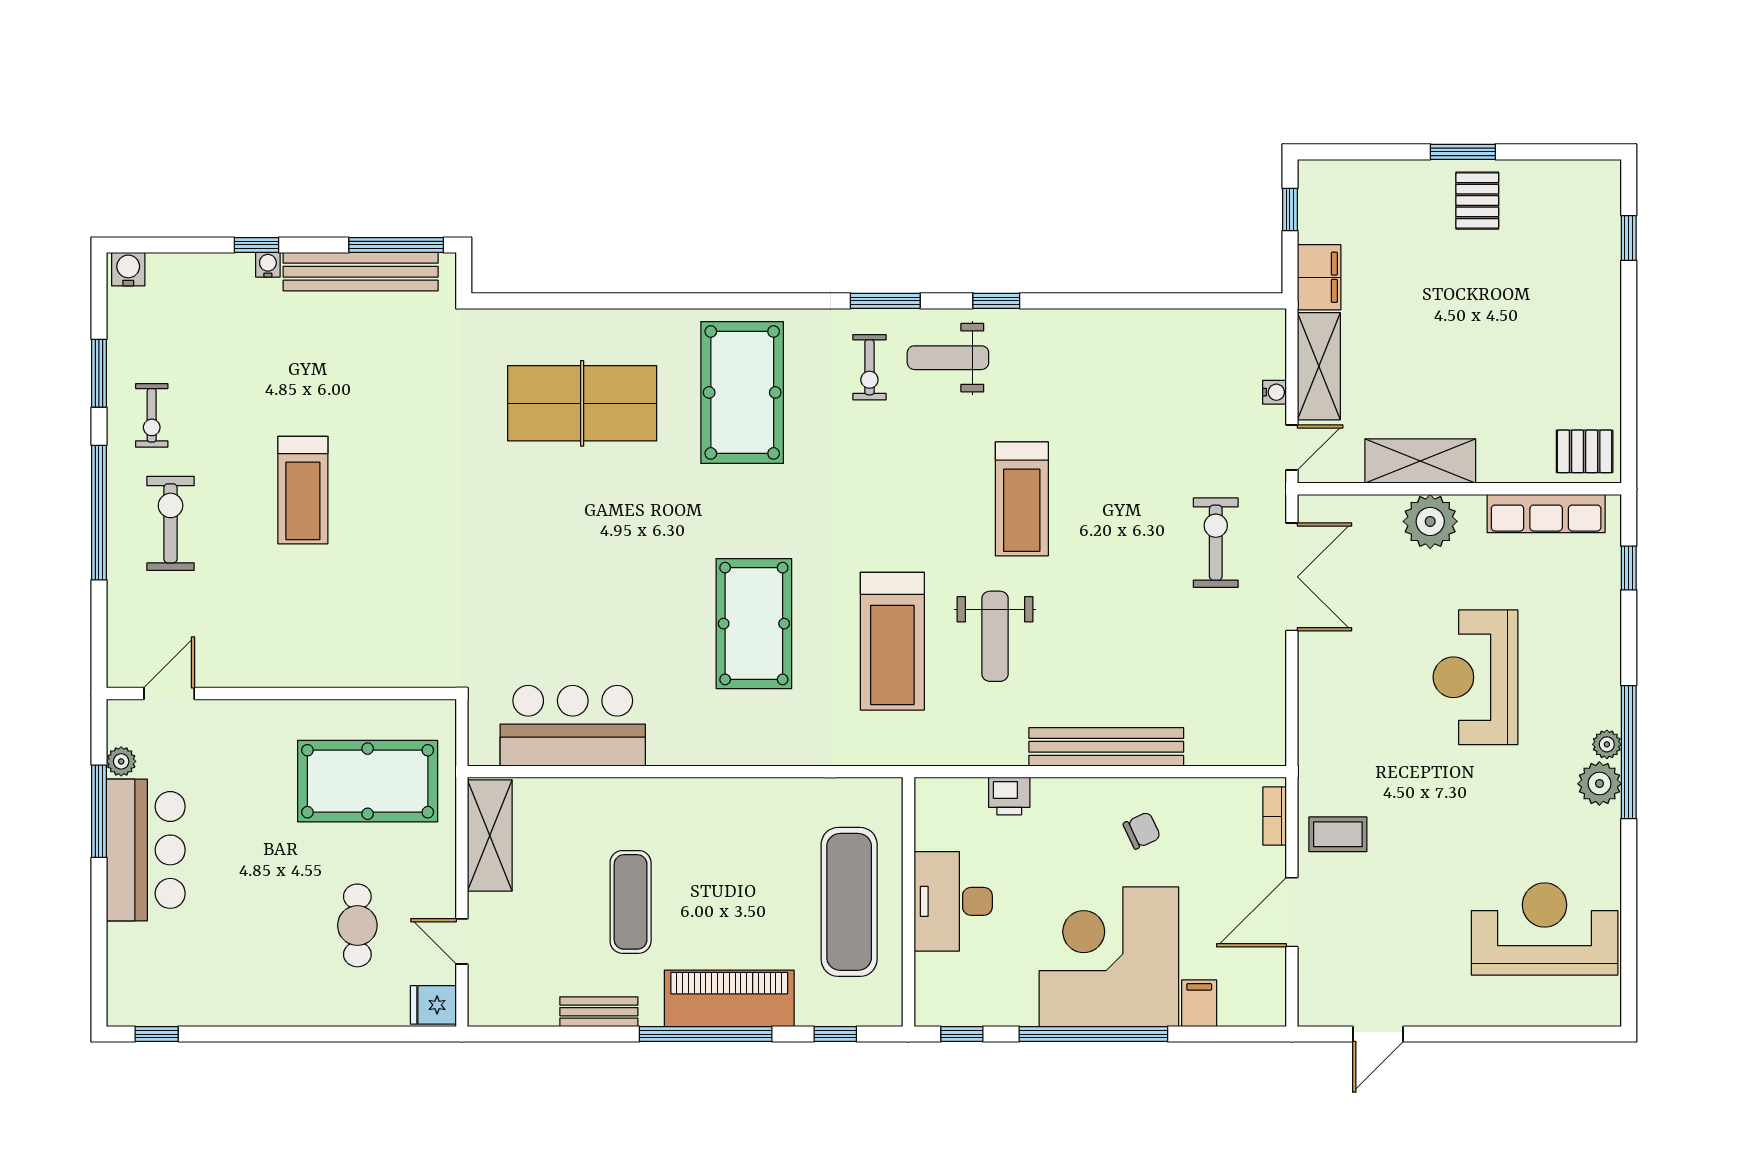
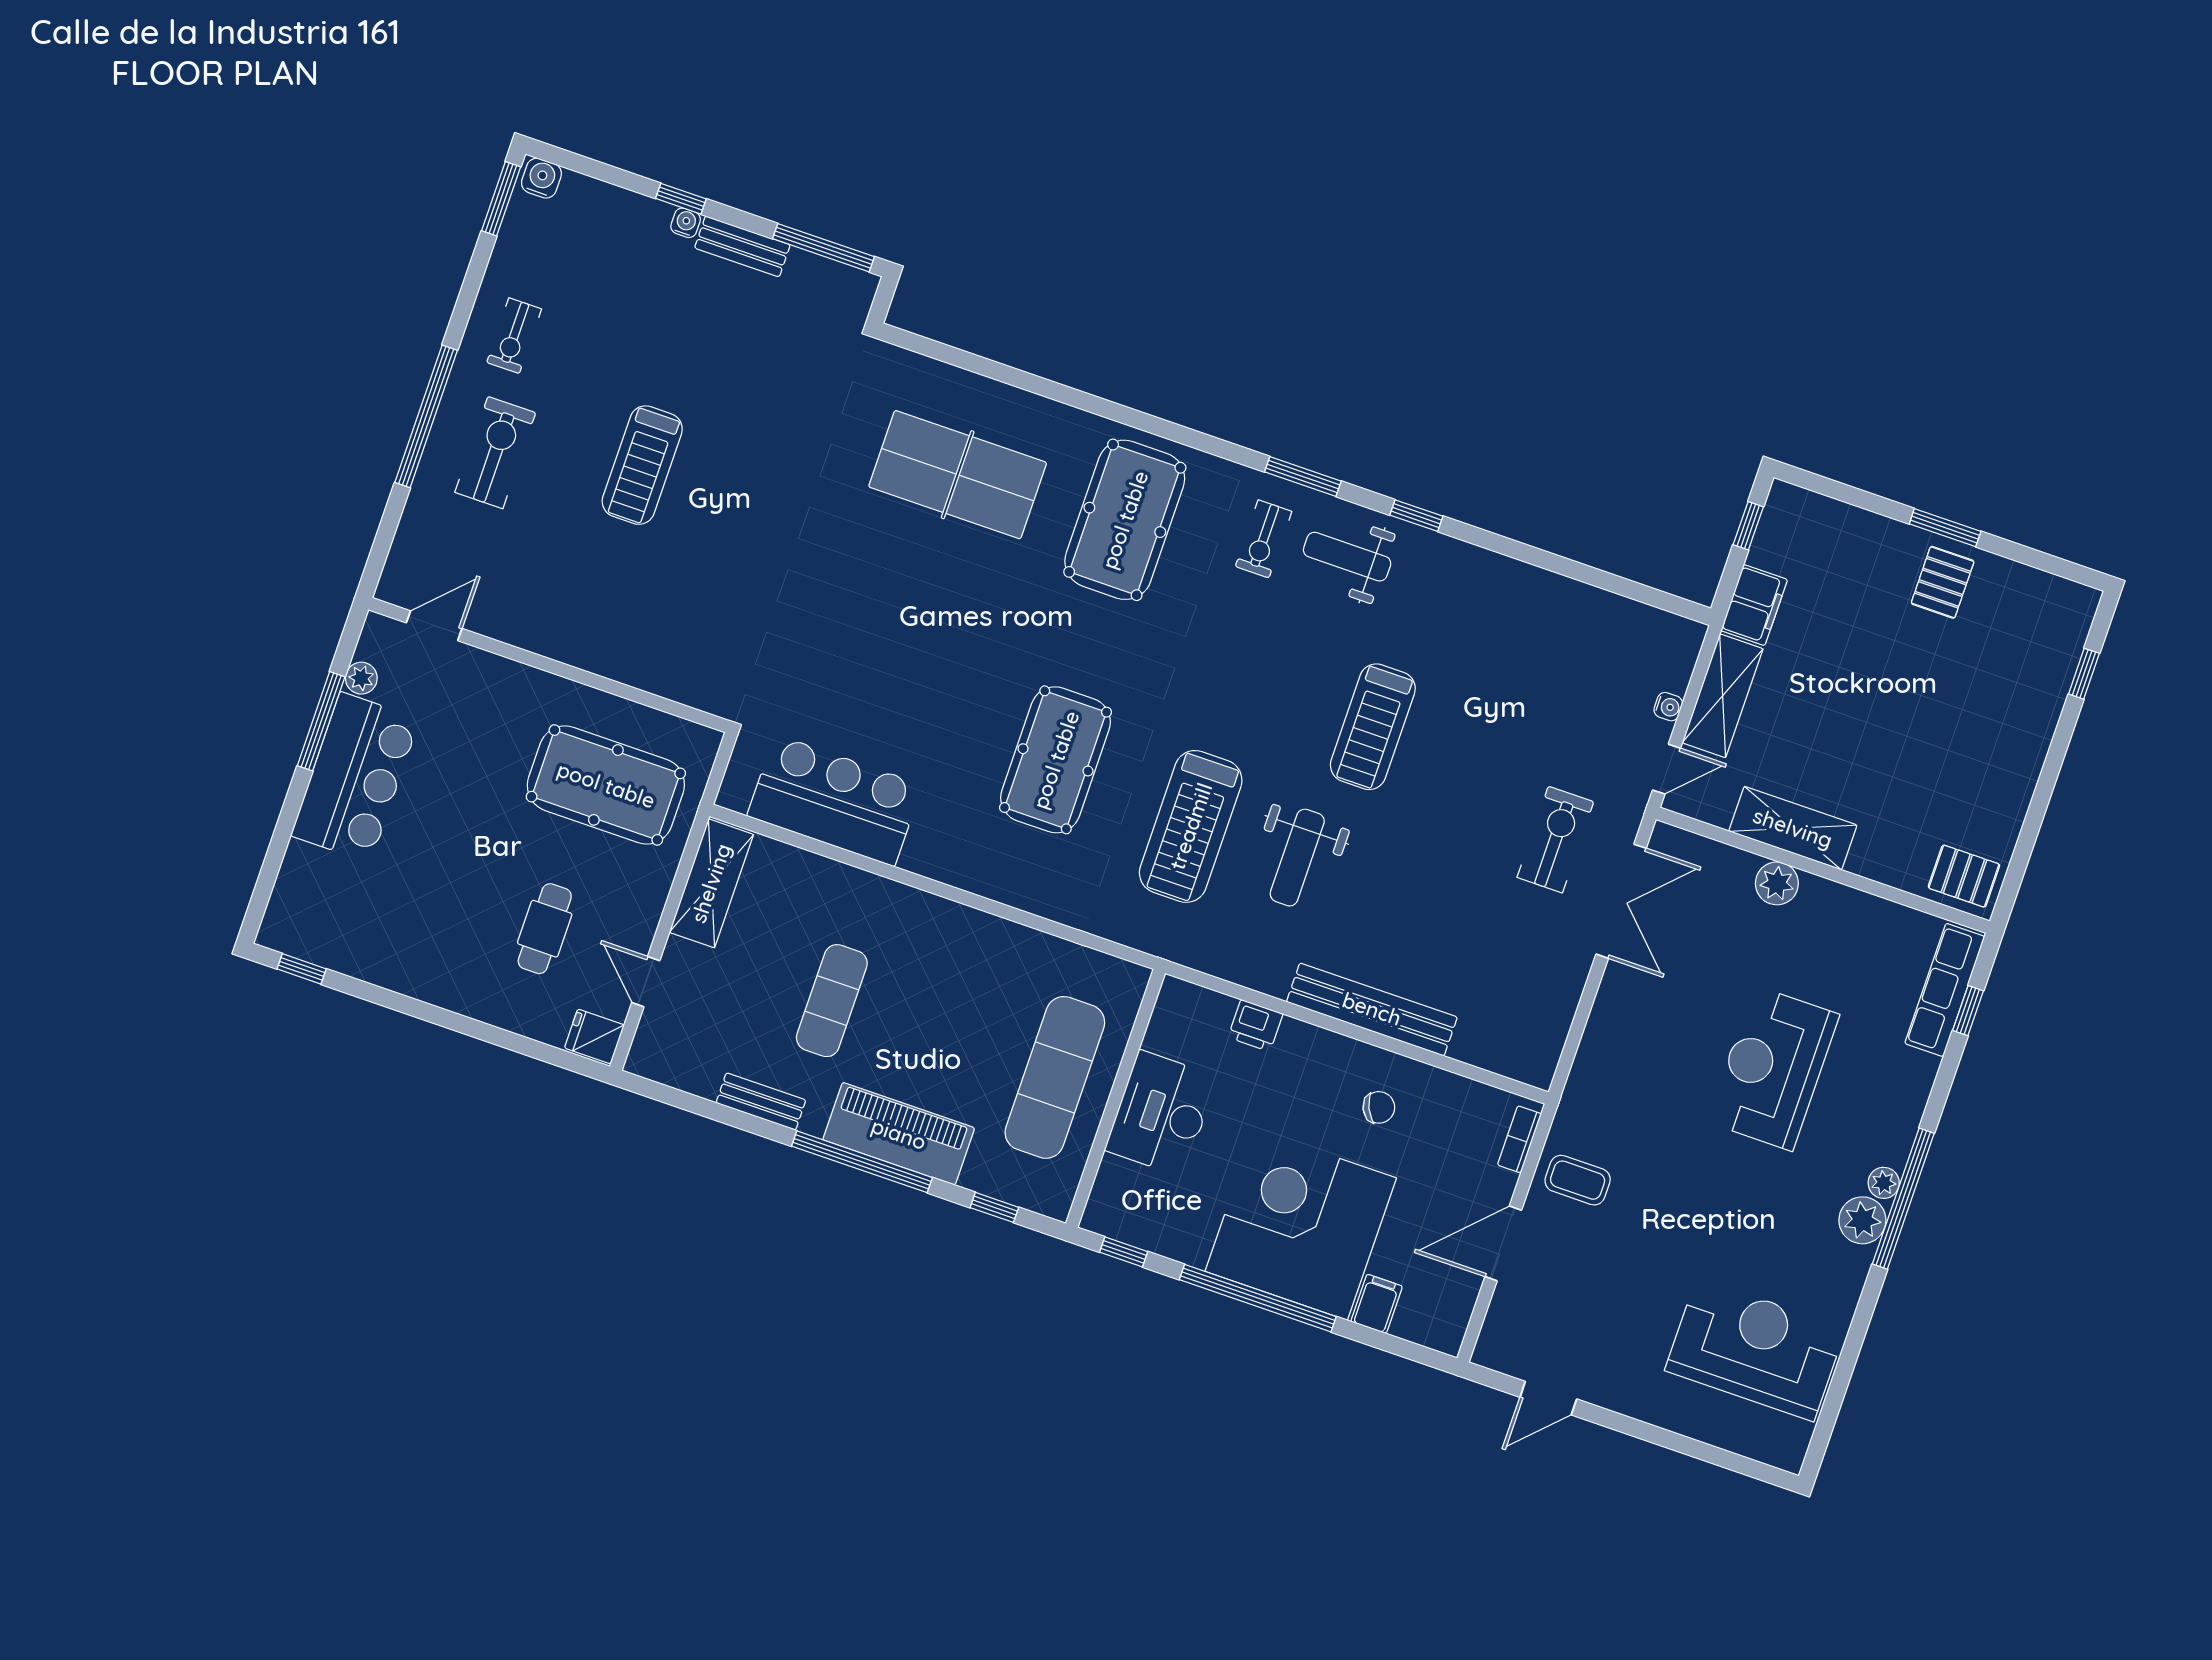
bench: (361, 272) -> (742, 246), width x0.54, depth x0.82
window: (99, 373) -> (501, 199), moved
row of seats: (1546, 513) -> (1945, 990), moved, turned 90
plant: (1430, 521) -> (1777, 883), width x0.73, depth x0.73

